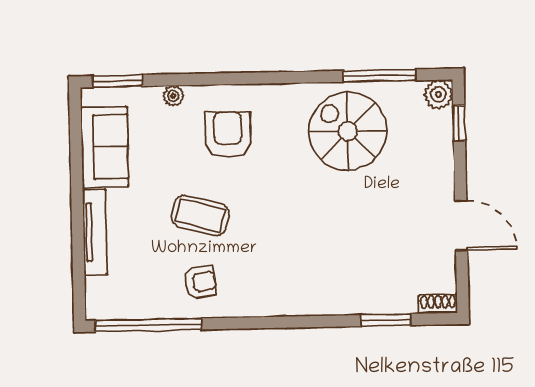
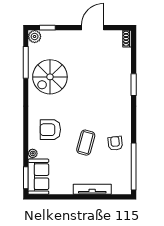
sofa: (105, 147) -> (38, 177), moved, turned 90
window: (386, 320) -> (134, 85), moved

